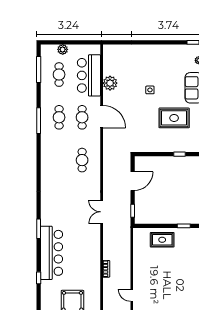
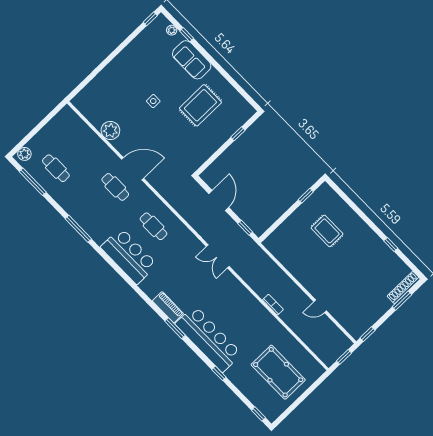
plant: (63, 49) -> (24, 154), moved
bar counter: (89, 75) -> (129, 256), moved, turned 180
cafe table: (59, 117) -> (94, 208), removed
piano: (46, 213) -> (168, 307), added
rug: (162, 240) -> (327, 231), moved, turned 90

